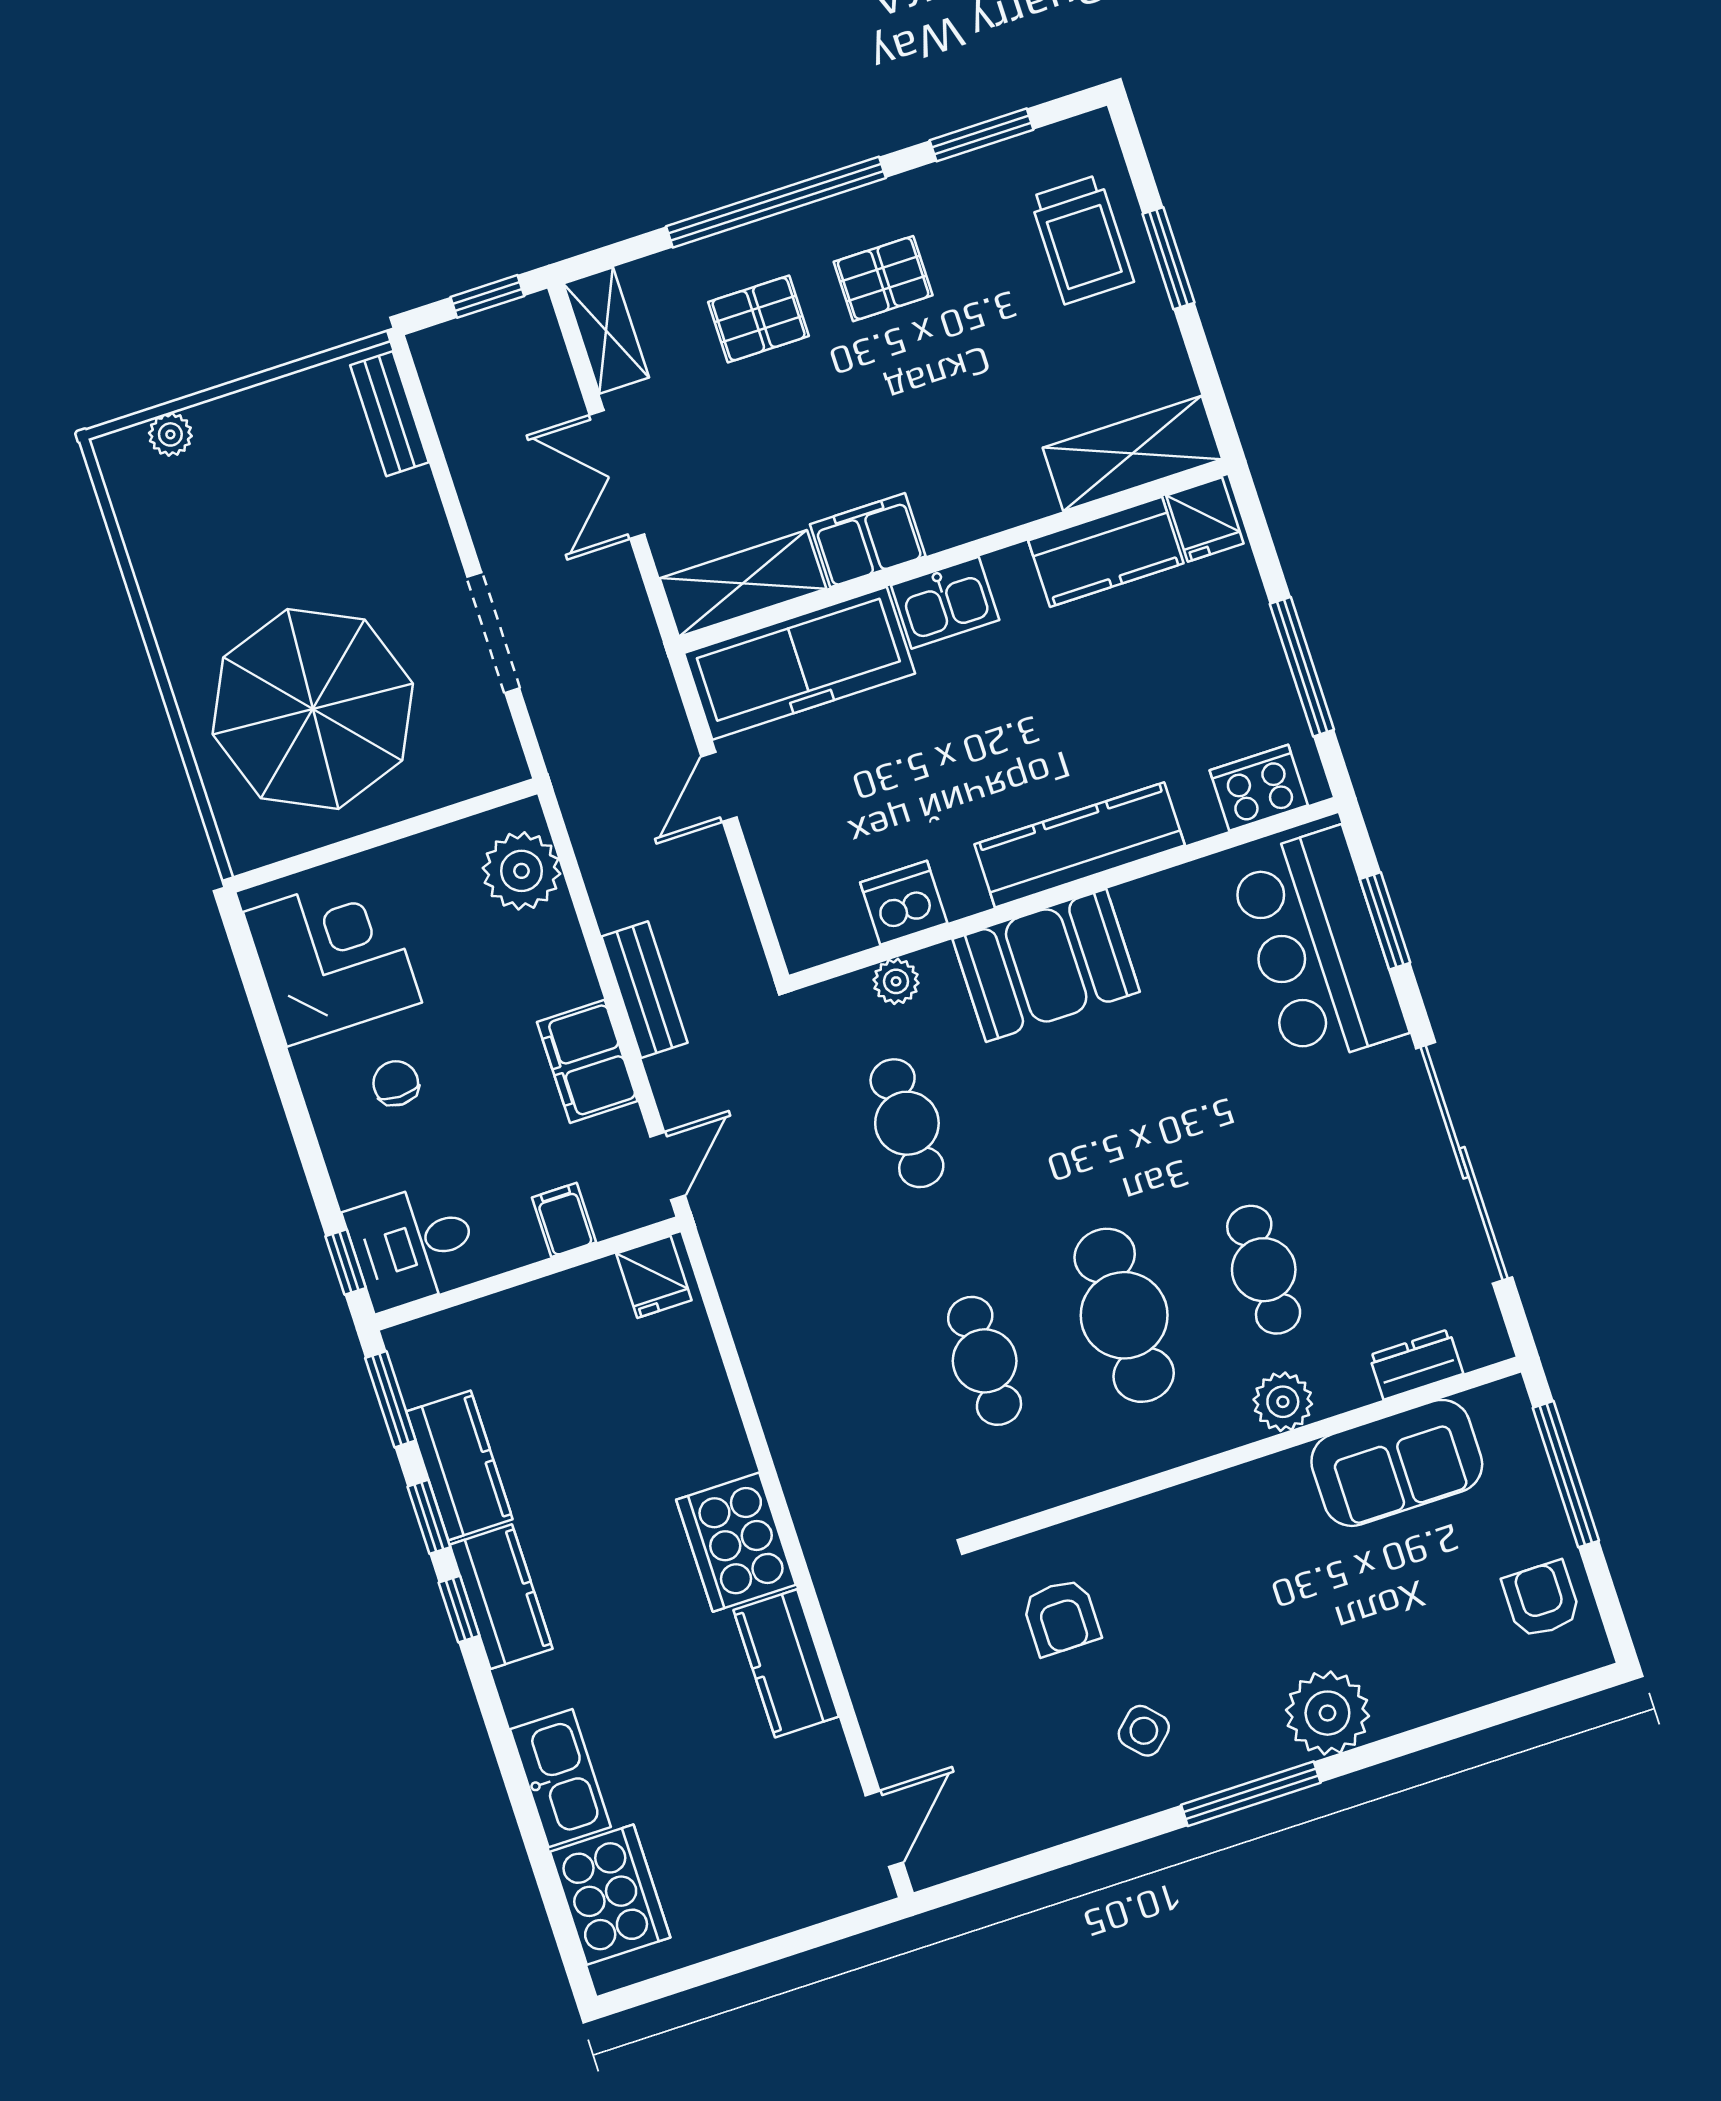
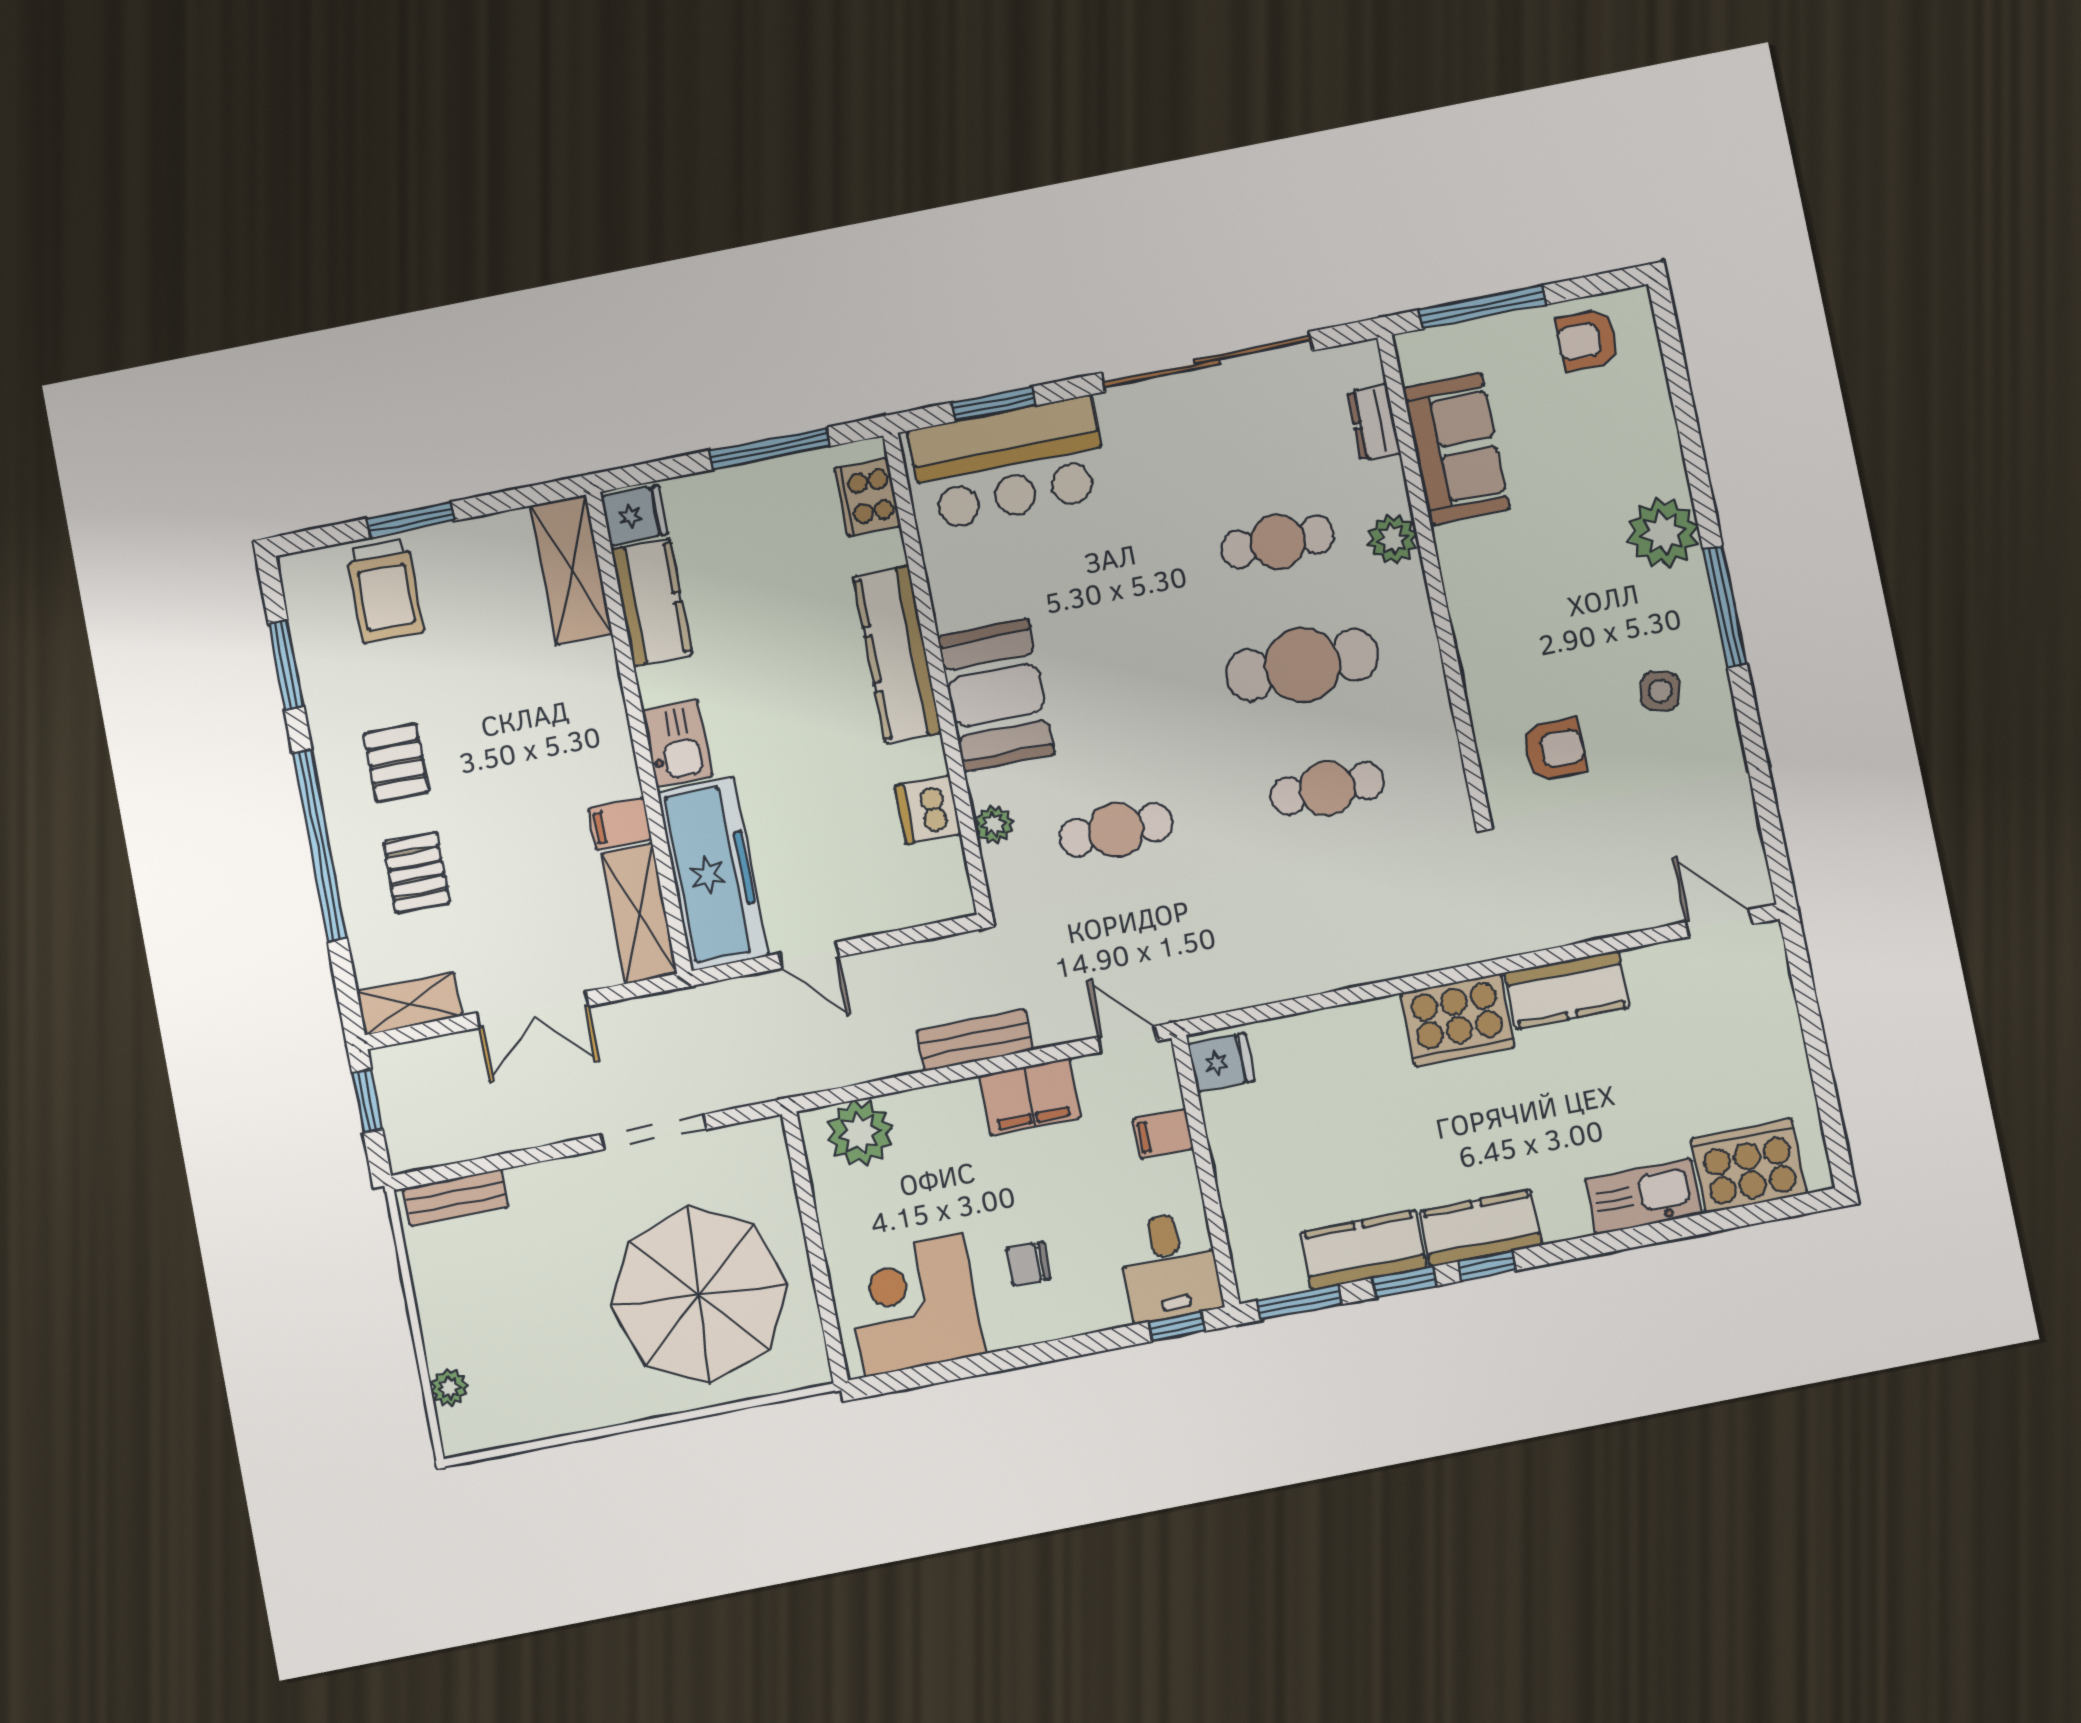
trolley: (1082, 239) -> (385, 591), turned 90
filing cabinet: (868, 540) -> (620, 824), width x0.50
side table: (1144, 1731) -> (1660, 691), turned -33

